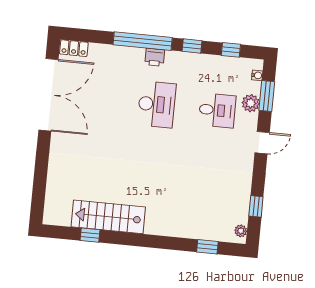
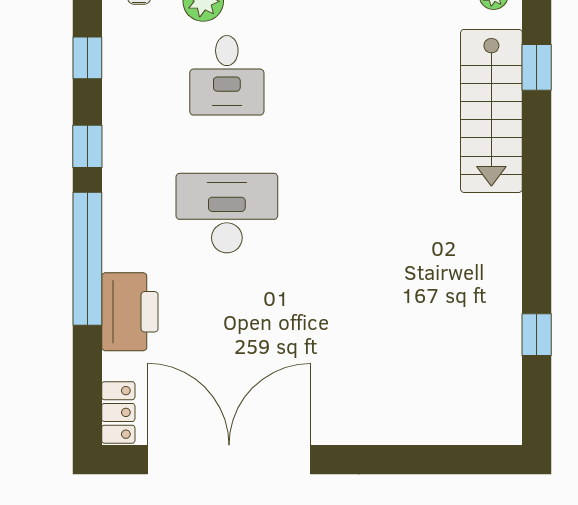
printer: (155, 57) -> (130, 312), moved, width x1.87, depth x1.48
desk: (217, 110) -> (227, 75), turned 180
stairs: (108, 217) -> (491, 111), moved

